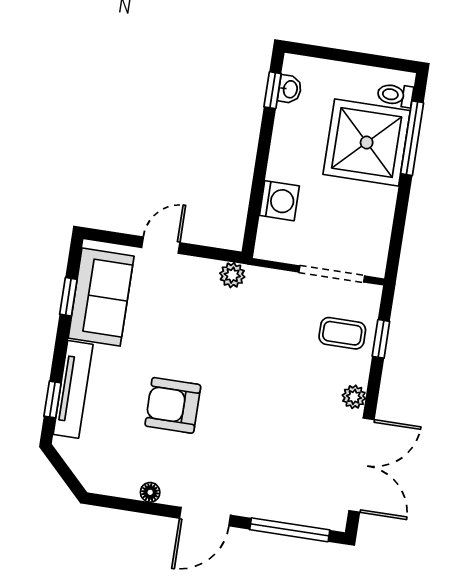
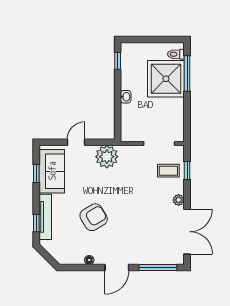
washbasin: (290, 89) -> (126, 97), moved
washing machine: (279, 201) -> (129, 113), removed
plant: (232, 275) -> (107, 157), width x1.87, depth x1.87
armchair: (173, 405) -> (94, 217), turned 149

